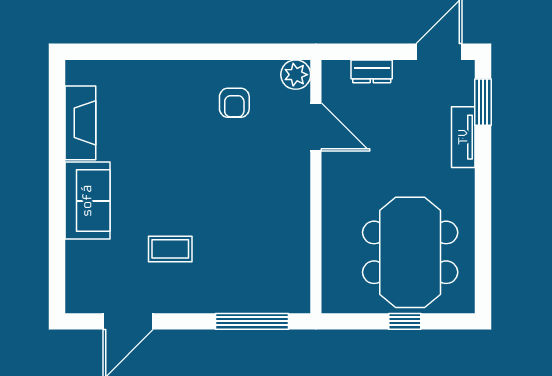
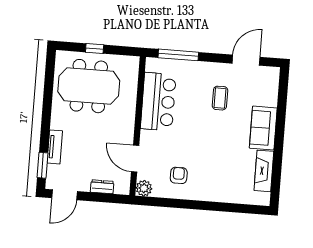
bar counter: (282, 234) -> (158, 102), added
coffee table: (170, 249) -> (220, 98), turned 90
meeting table: (410, 252) -> (89, 86), turned 90

